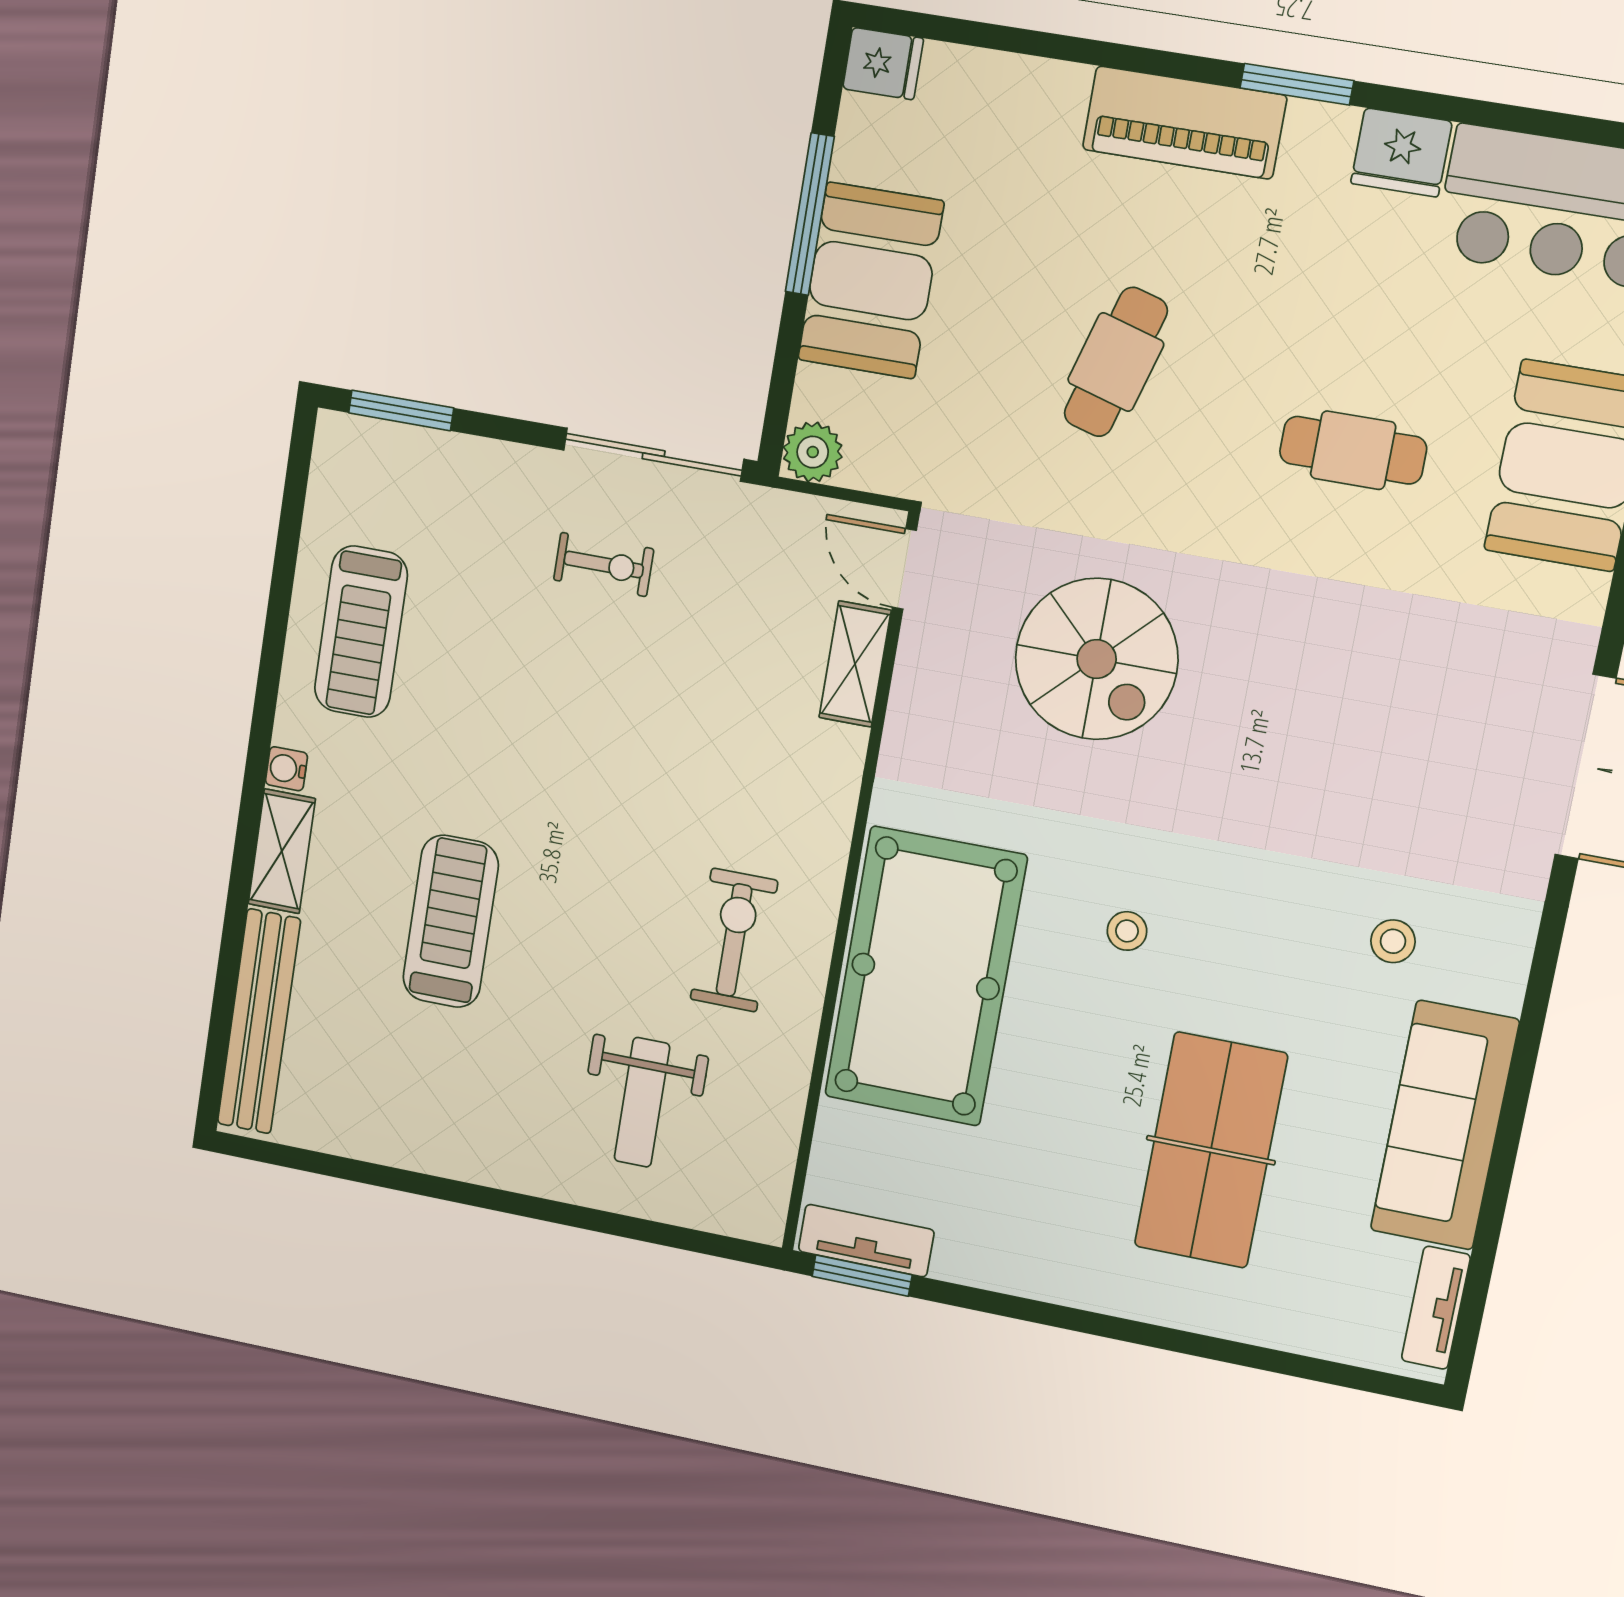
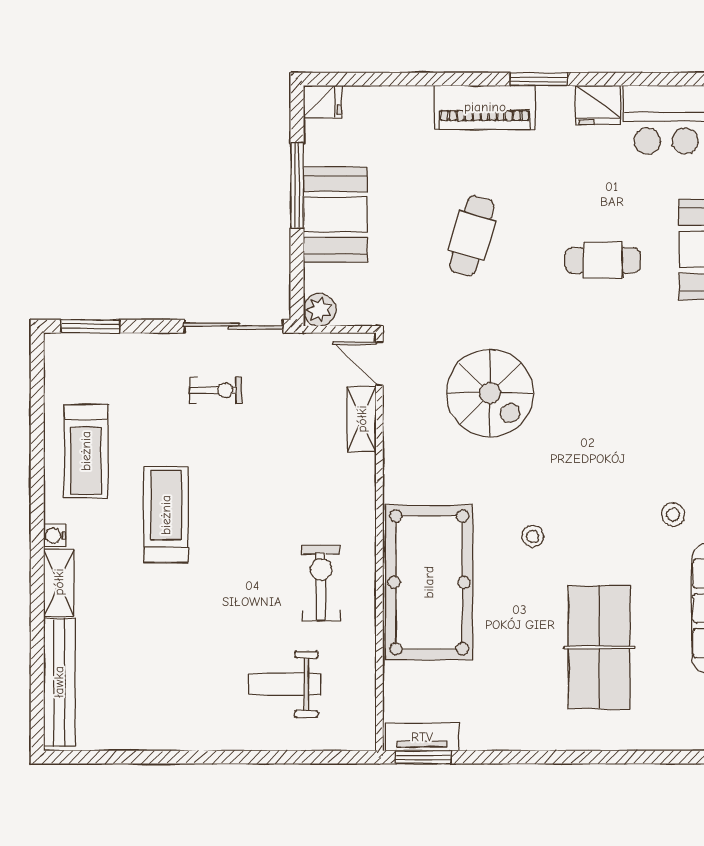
treadmill: (451, 921) -> (166, 515), moved
weight bench: (642, 1102) -> (285, 684), turned 90

